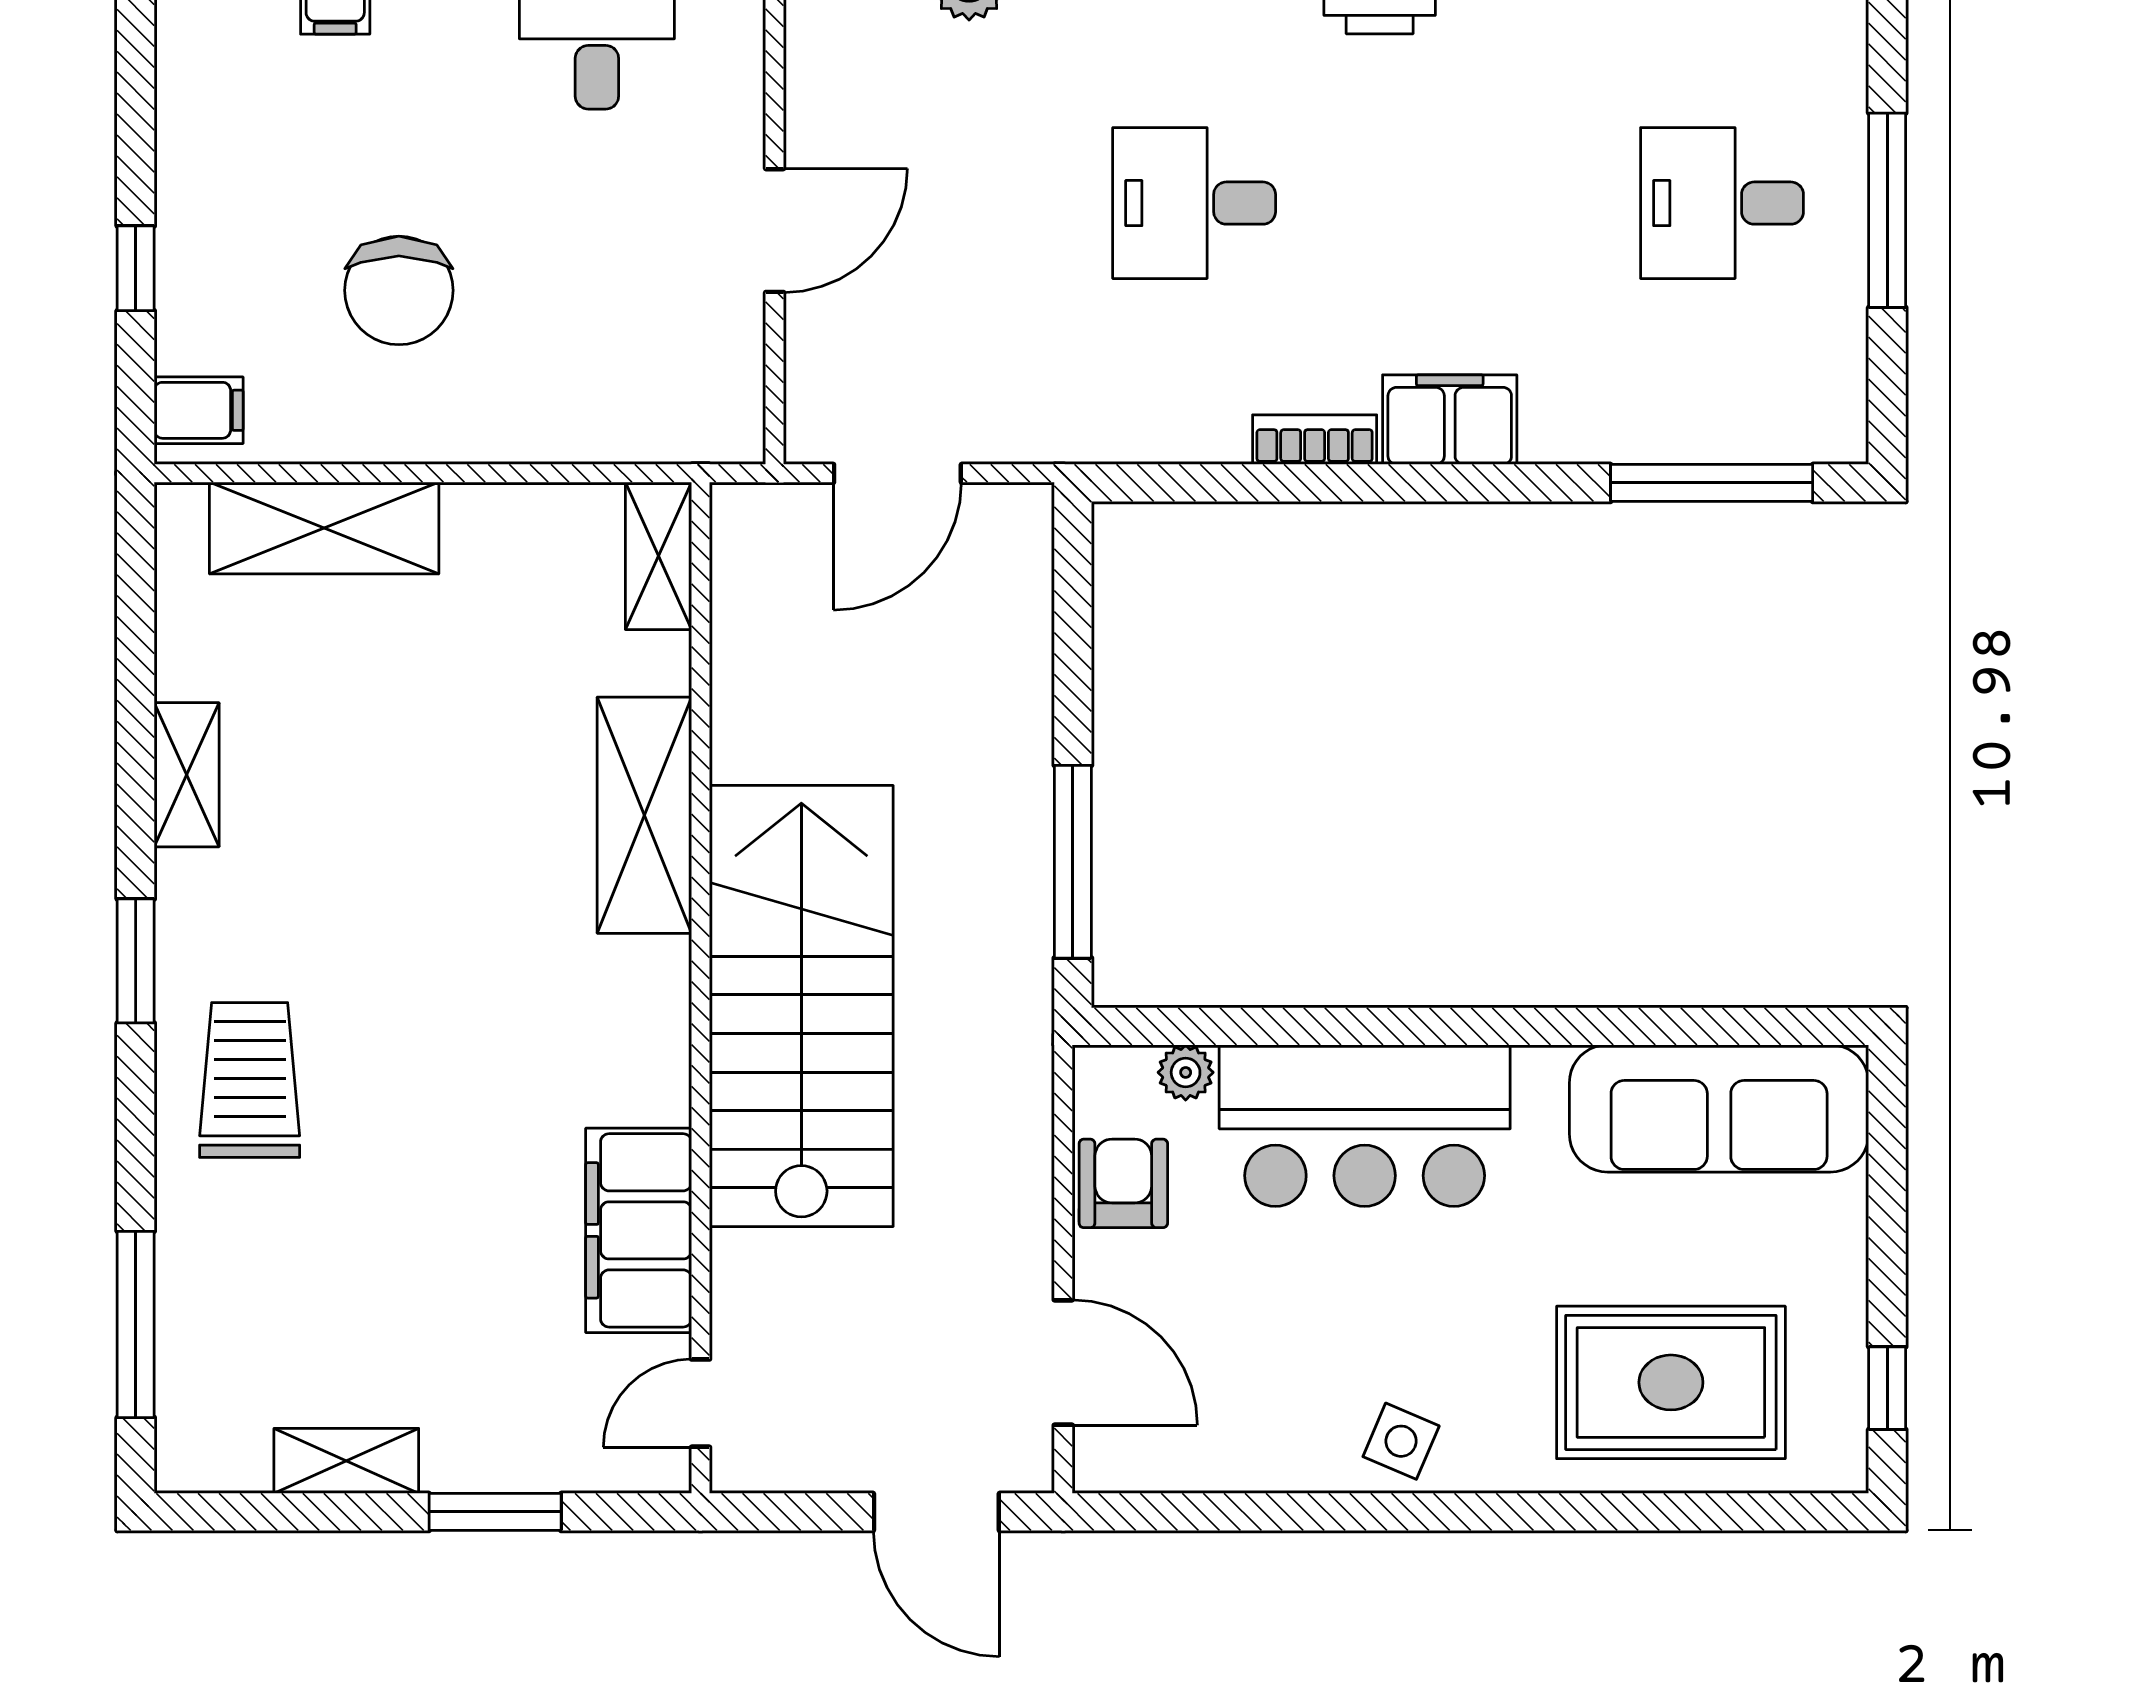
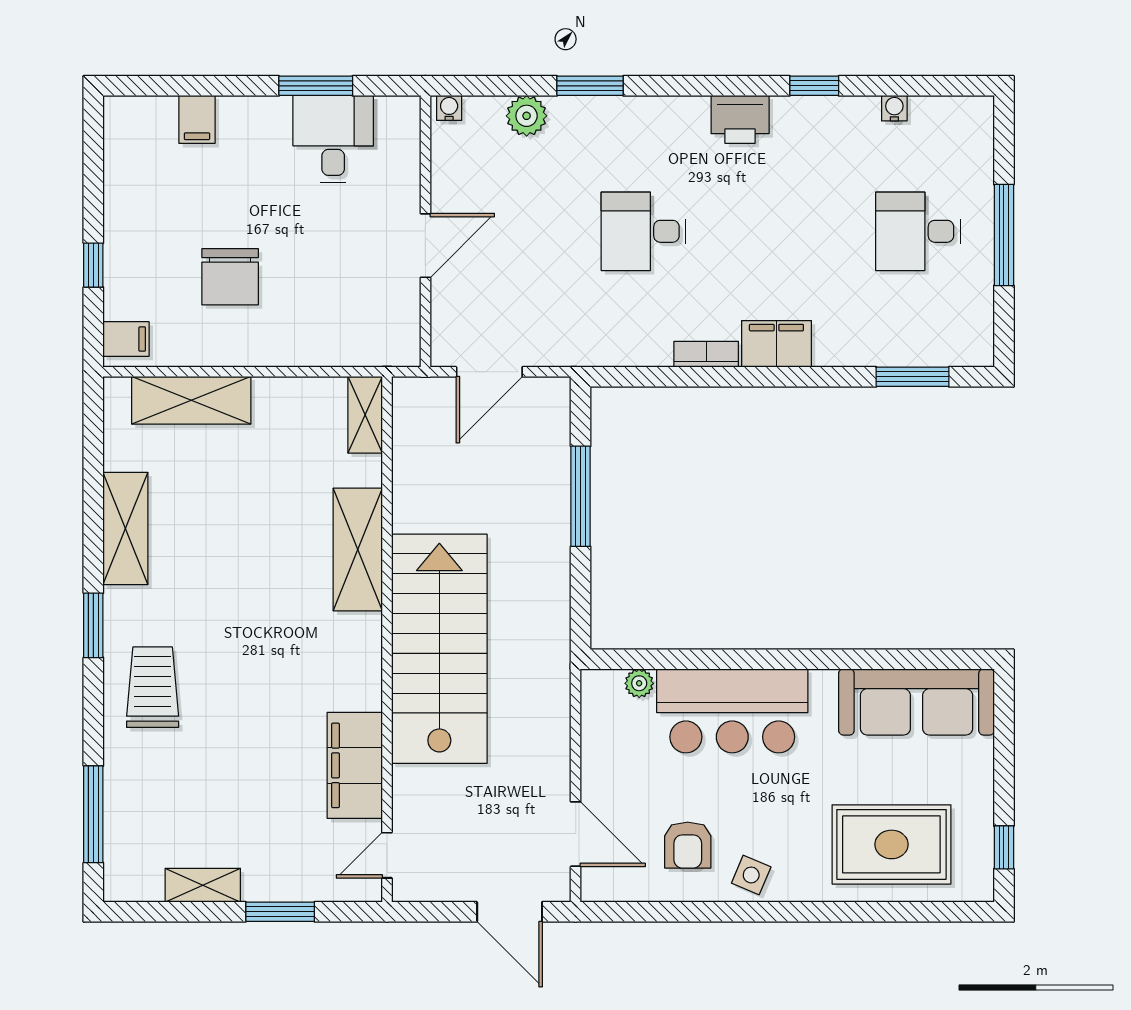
window: (1712, 483) -> (913, 377), width x0.69
shelving: (187, 775) -> (125, 529), width x1.50, depth x1.33
window: (1073, 862) -> (581, 496), moved
armchair: (1123, 1183) -> (688, 845), moved, turned 180

